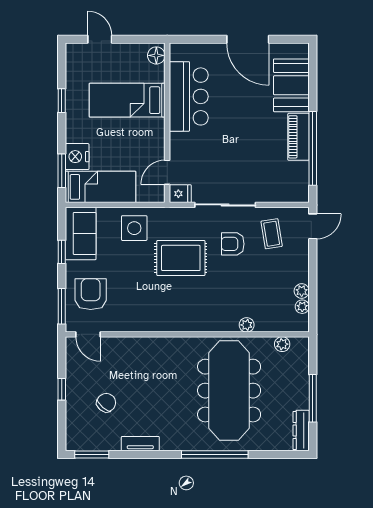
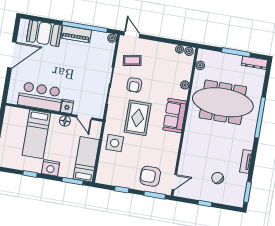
floor lamp: (156, 55) -> (65, 121), moved
nightstand: (77, 157) -> (51, 168), moved
fridge: (180, 194) -> (67, 106), moved
plant: (302, 195) -> (112, 38), added
sofa: (81, 233) -> (175, 115), moved, turned -90
plant: (302, 291) -> (189, 51), moved

